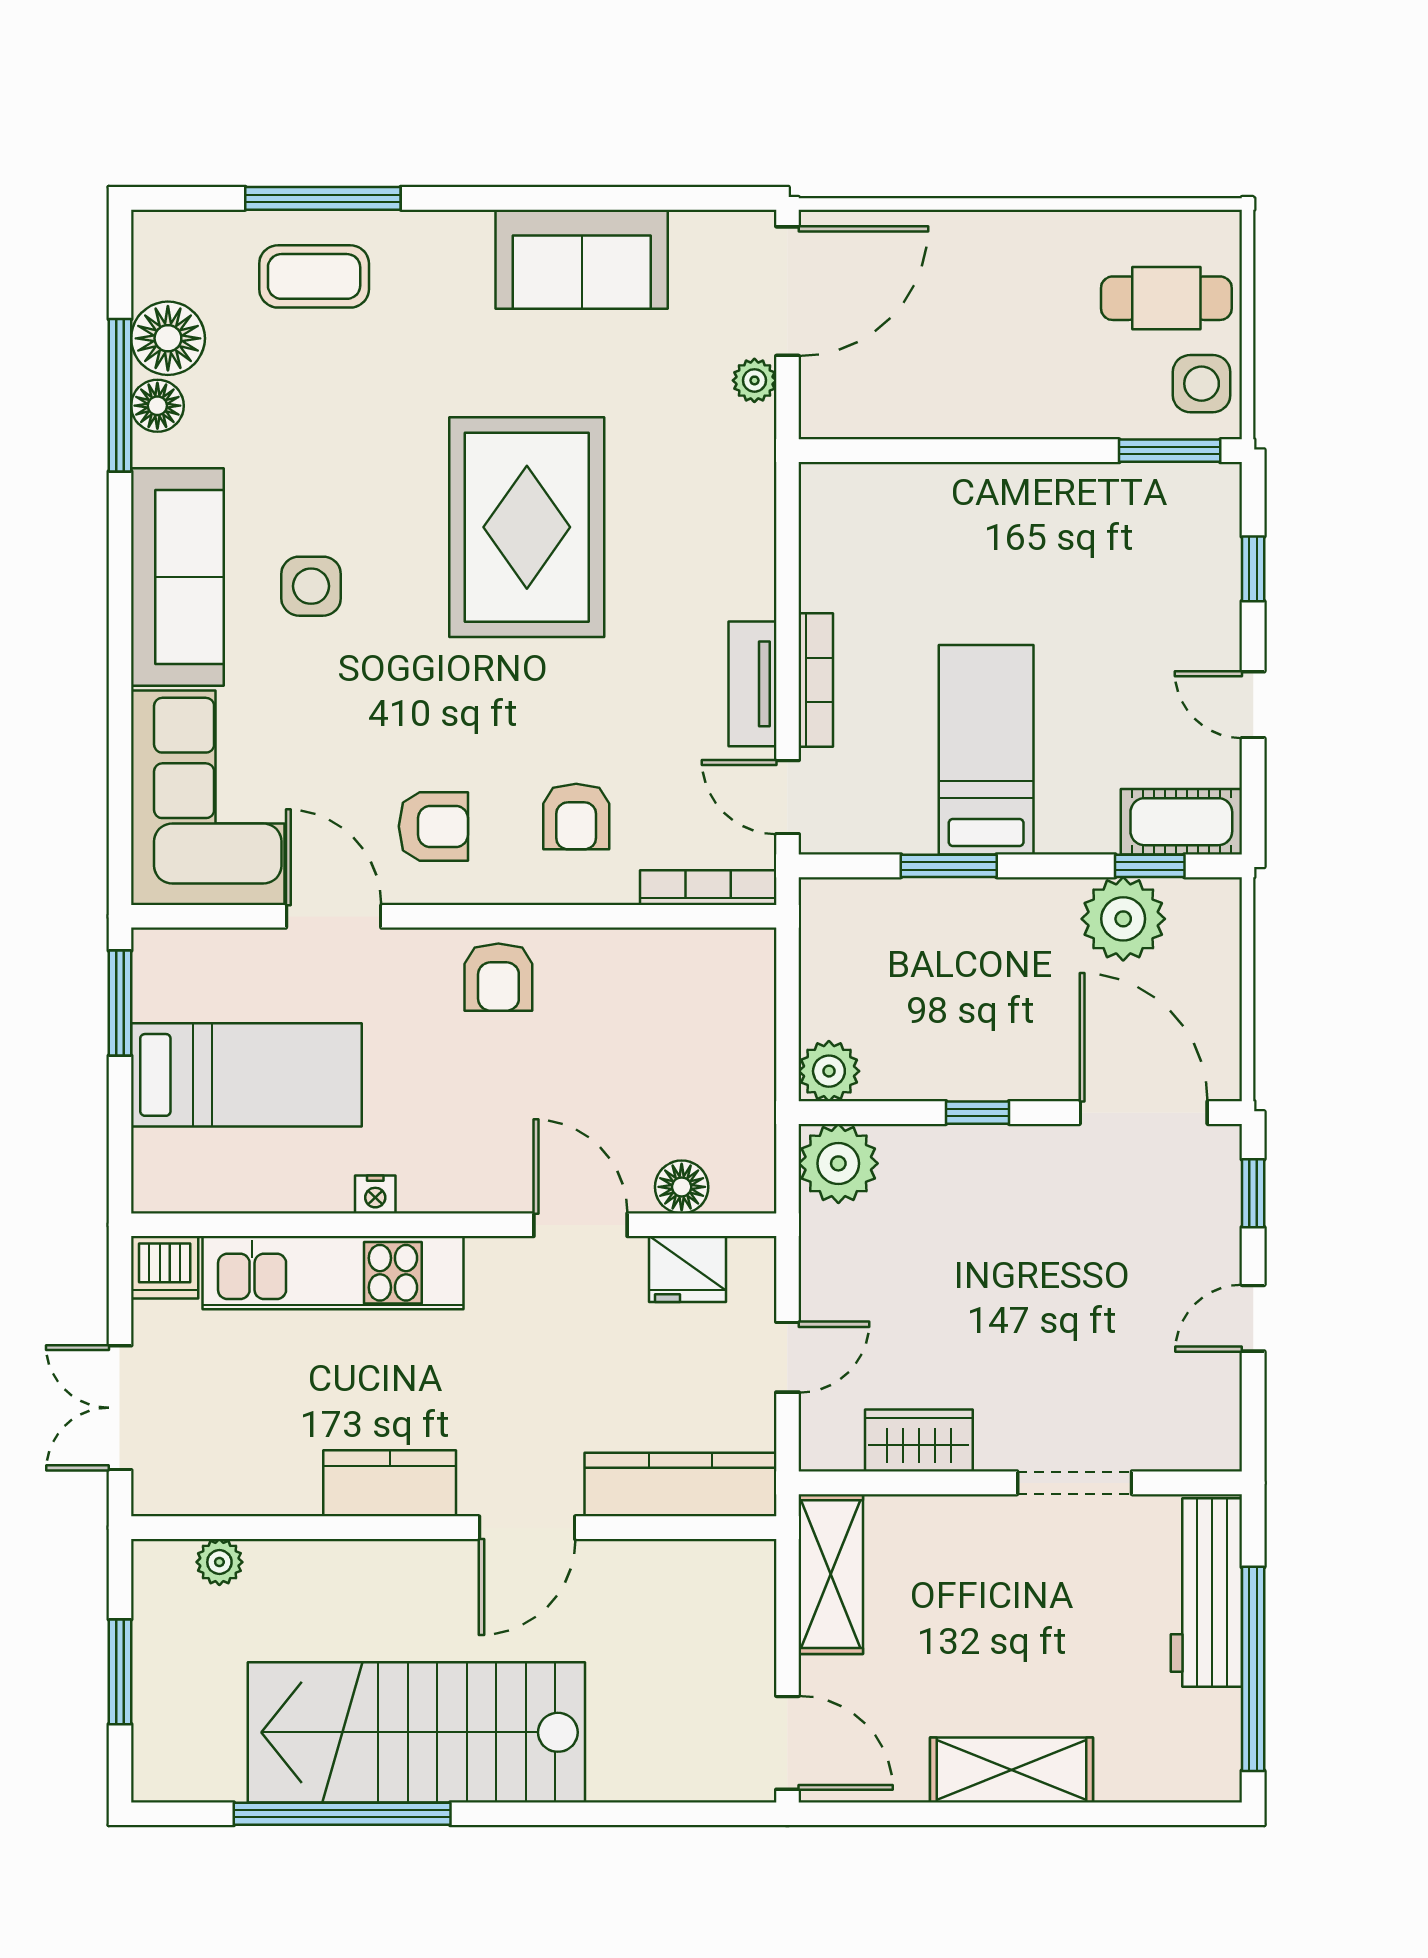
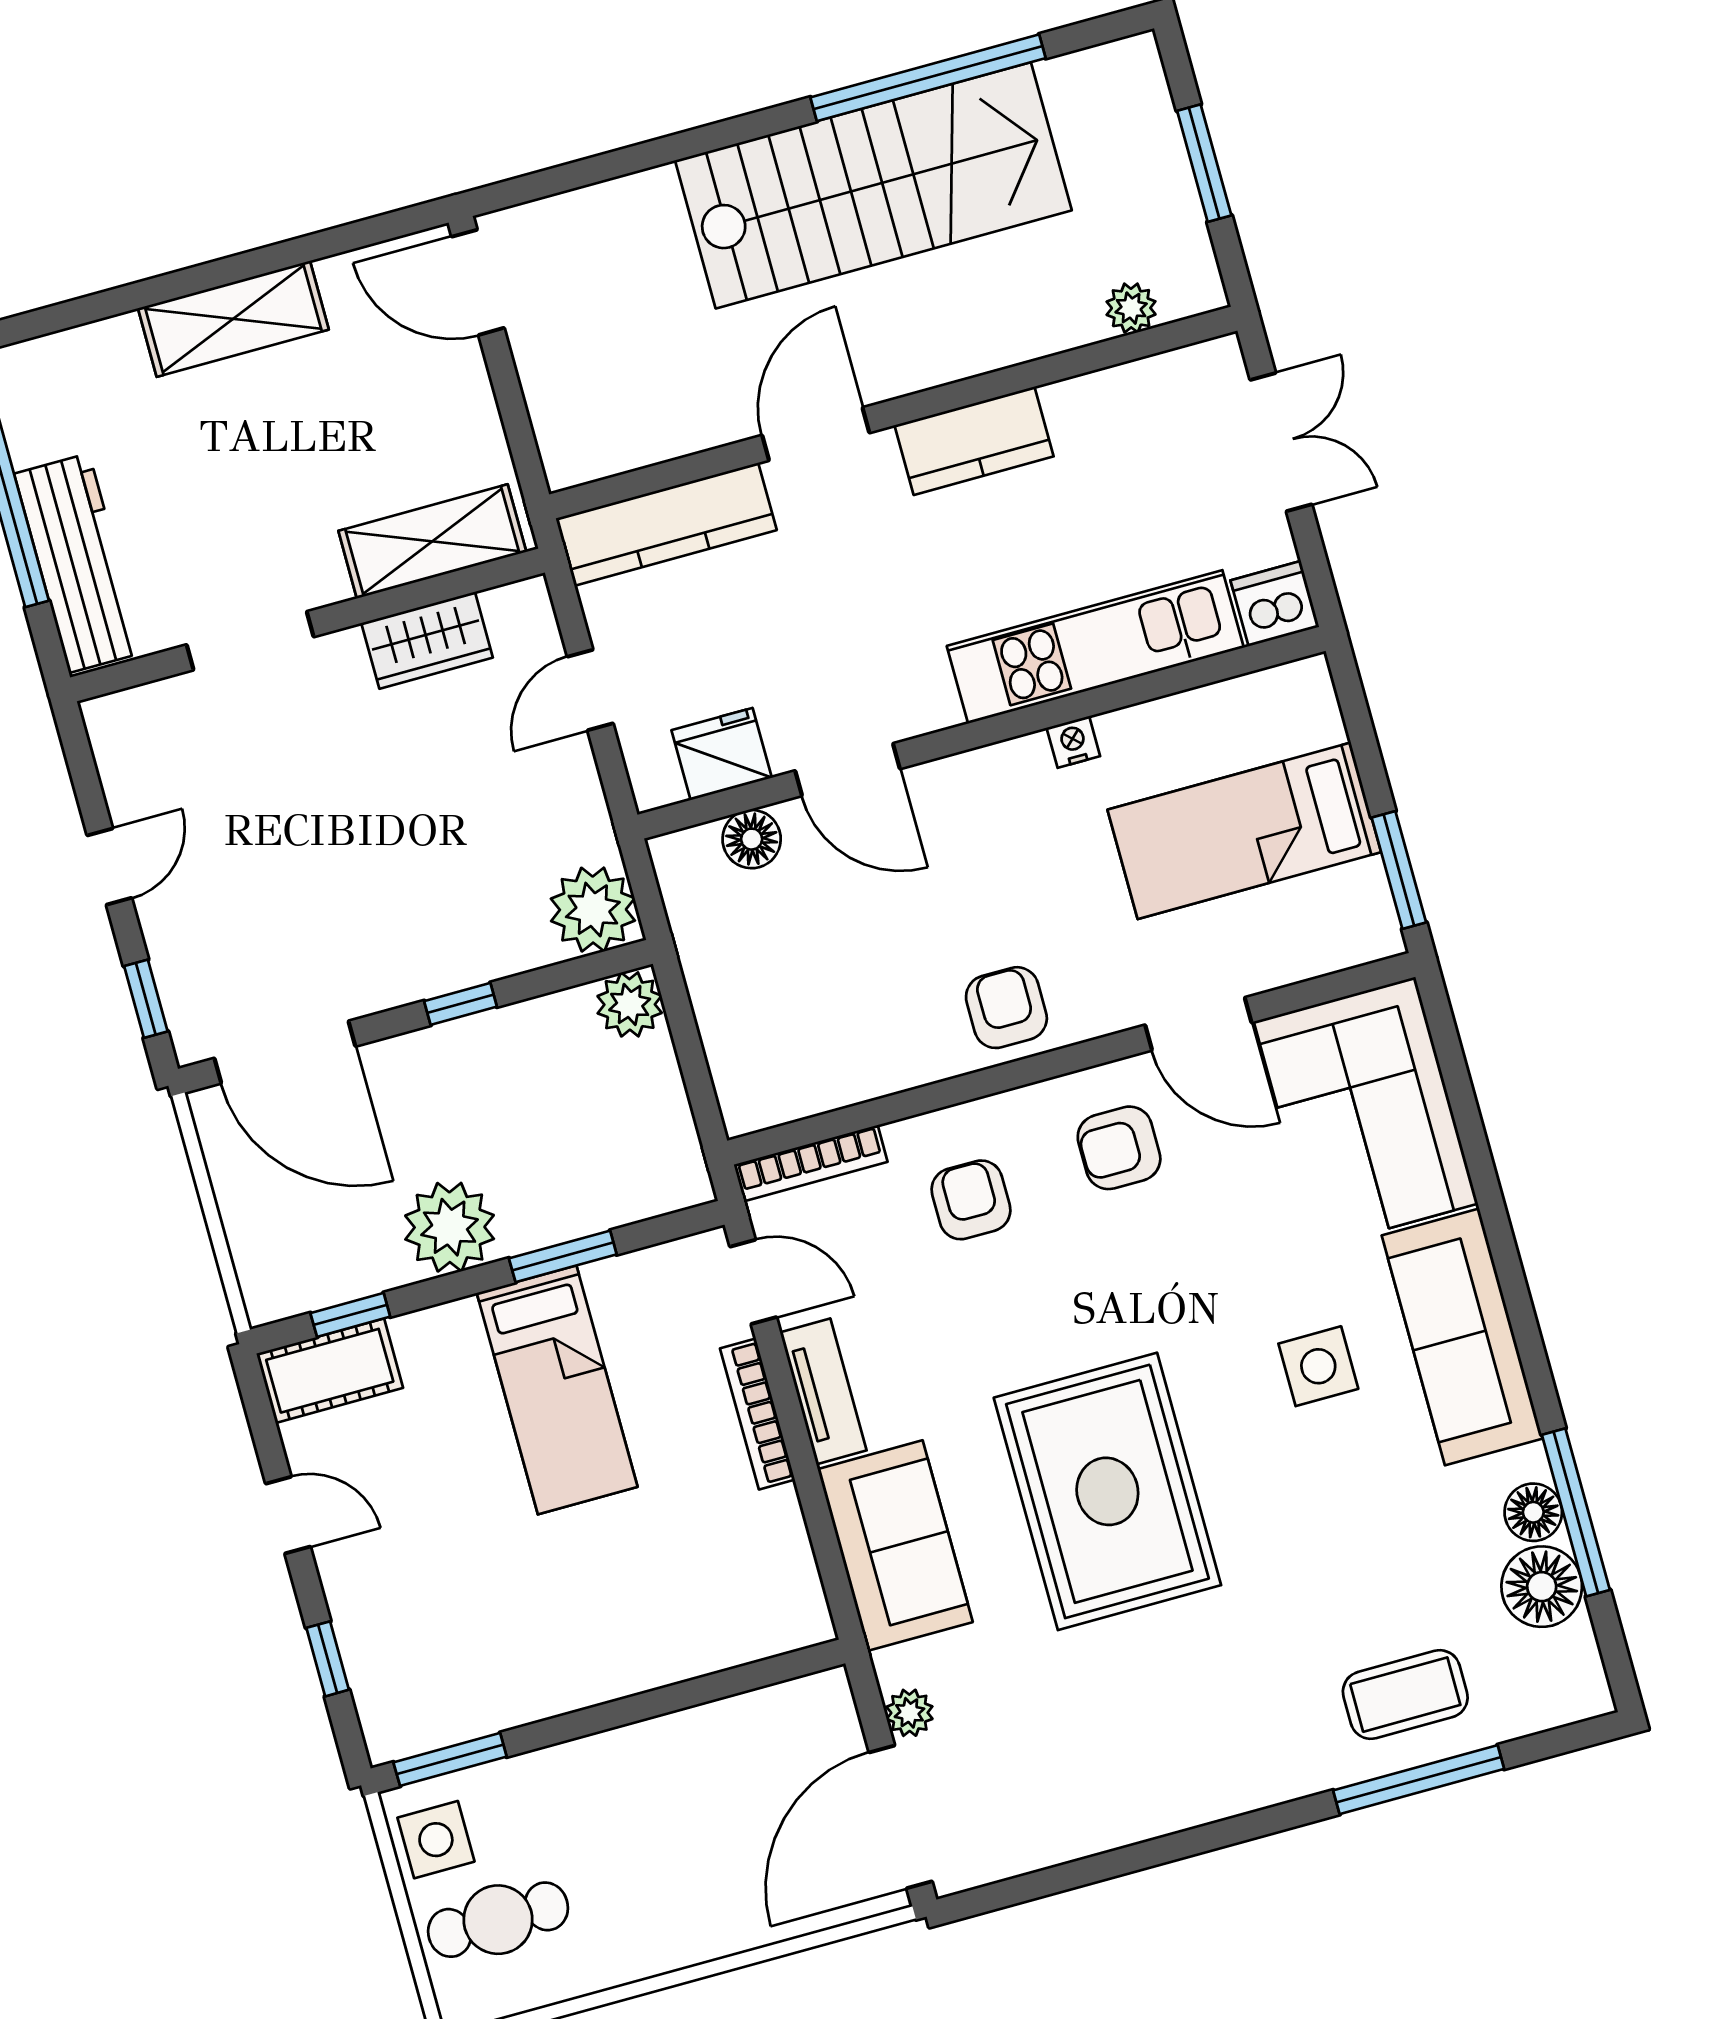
sofa: (582, 259) -> (895, 1546), moved, turned 90
plant: (1123, 919) -> (450, 1227), moved
shelving: (831, 1574) -> (432, 541), moved, turned 90

